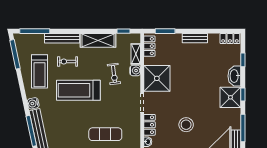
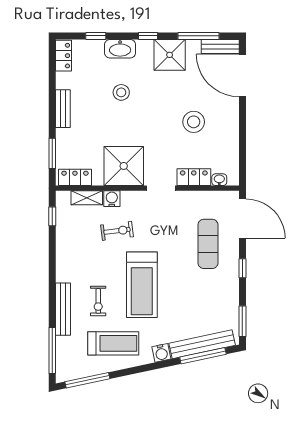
shelving: (98, 40) -> (66, 255), removed
stool: (206, 77) -> (121, 92), added
shower: (230, 97) -> (170, 55), moved

